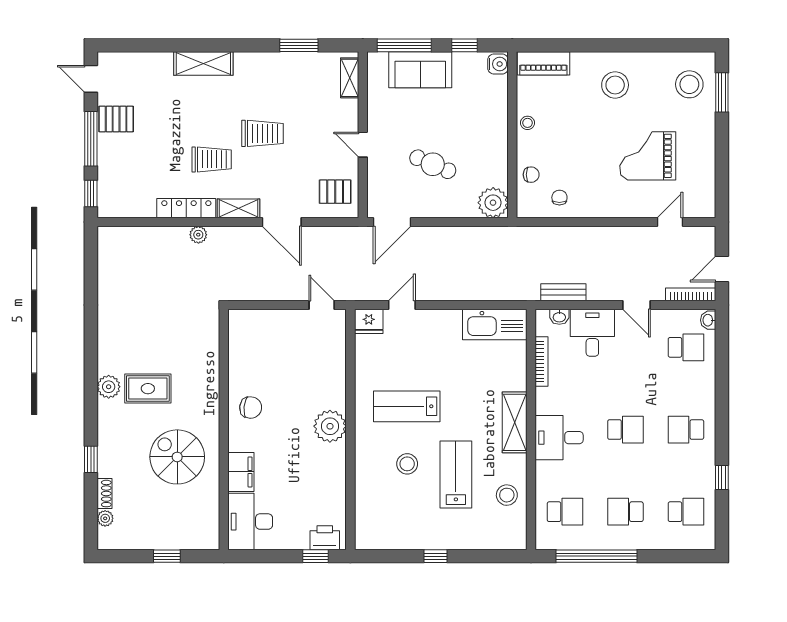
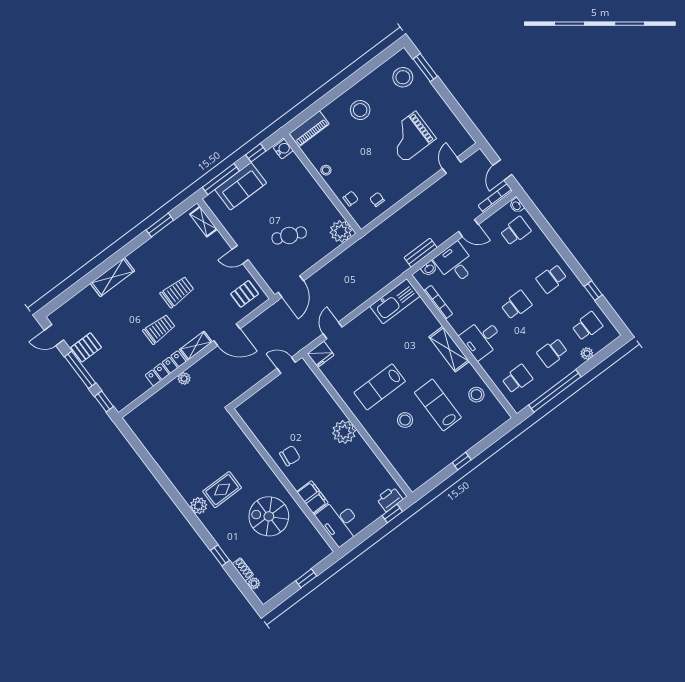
plant: (663, 541) -> (587, 353), added

